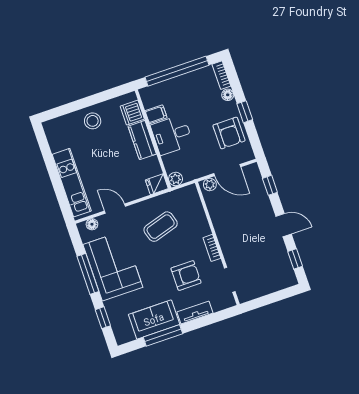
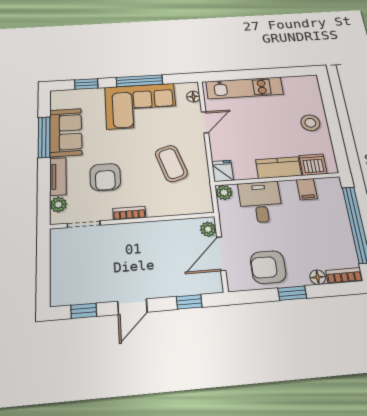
desk: (172, 135) -> (260, 202), moved
plant: (219, 304) -> (58, 205), added

